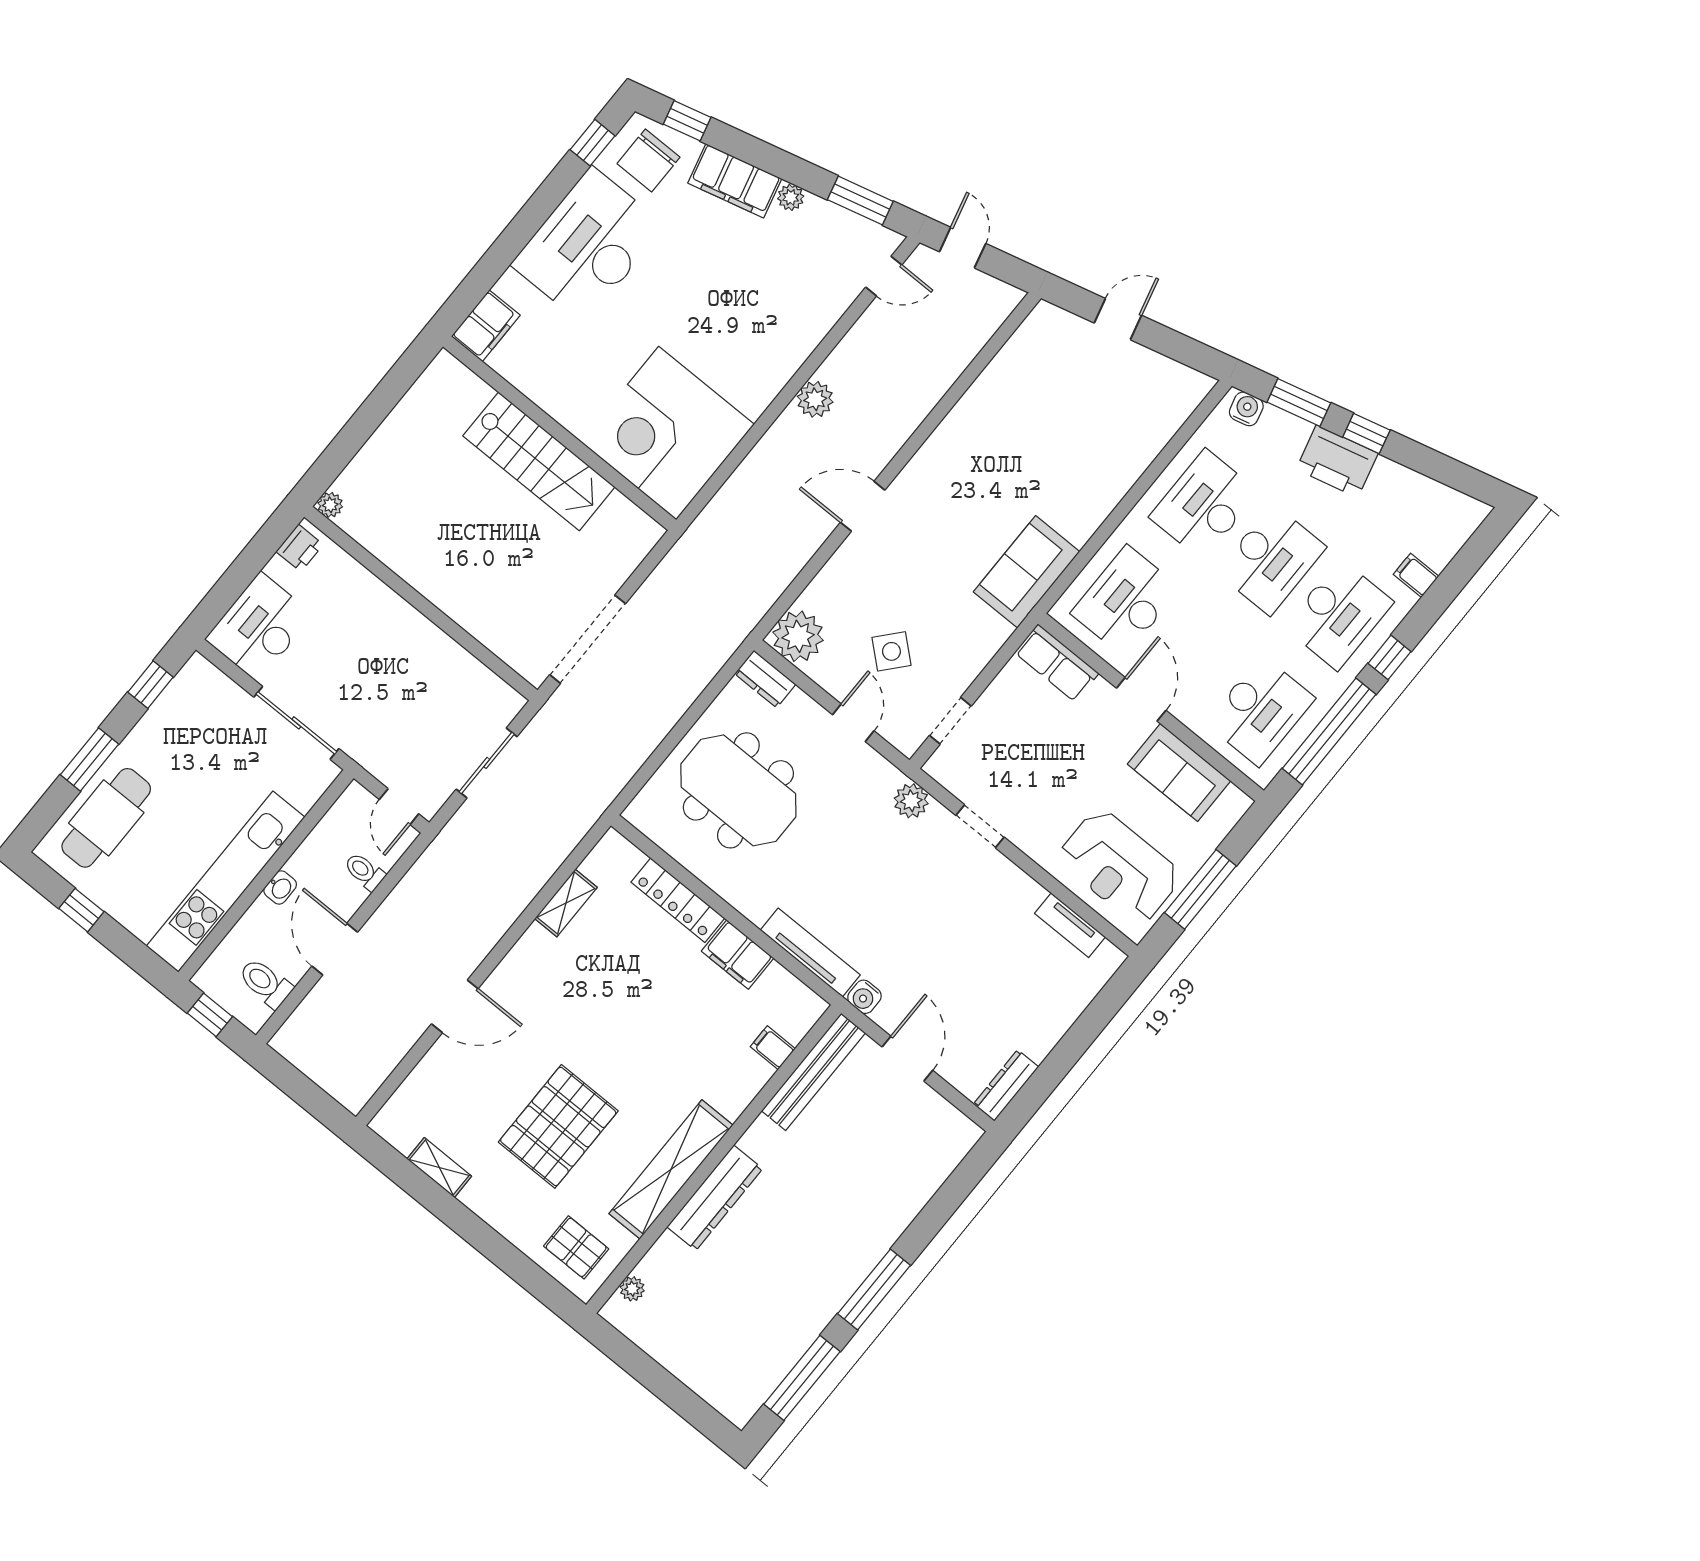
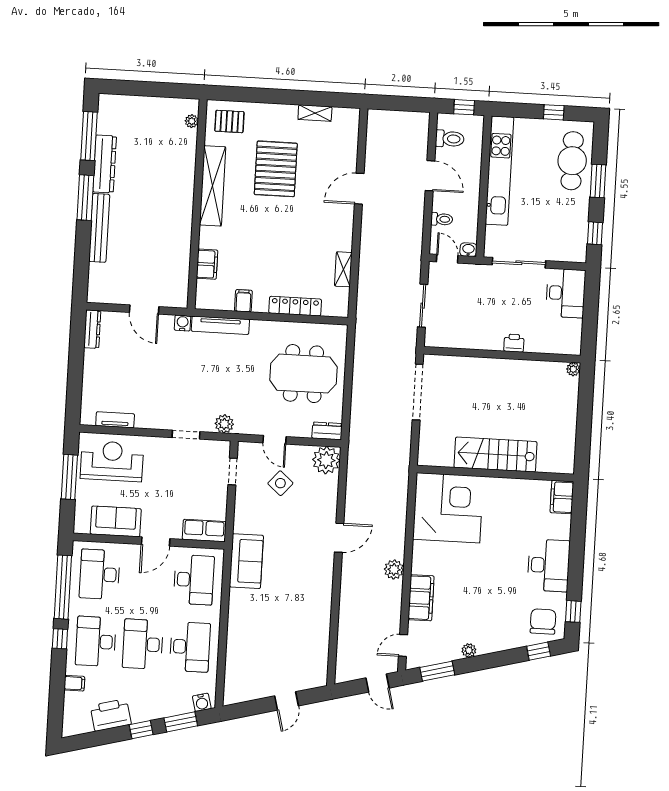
filing cabinet: (735, 181) -> (421, 598), moved, turned 104
desk: (588, 245) -> (549, 565), width x0.73, depth x0.77
printer: (1337, 461) -> (111, 715), moved
printer: (300, 548) -> (514, 343), moved, turned 90
door: (1141, 699) -> (156, 542), hinge flipped
washbasin: (280, 887) -> (468, 250), moved, turned 90
filing cabinet: (738, 955) -> (243, 301), width x0.50
filing cabinet: (773, 1048) -> (207, 264), width x2.00
bench: (813, 1072) -> (99, 228), moved
dresser: (715, 1198) -> (105, 164), moved, turned 180

